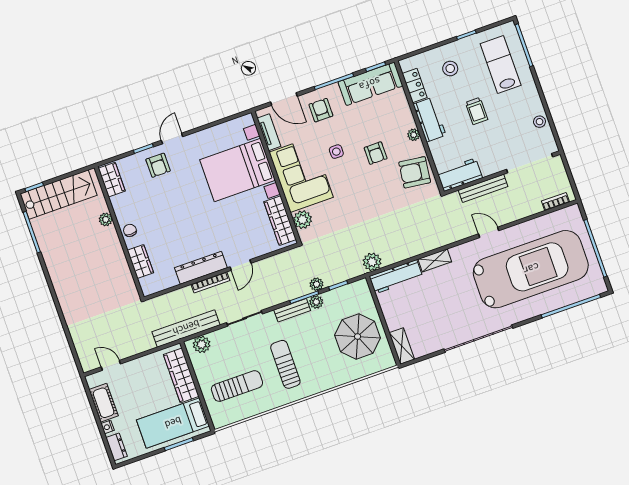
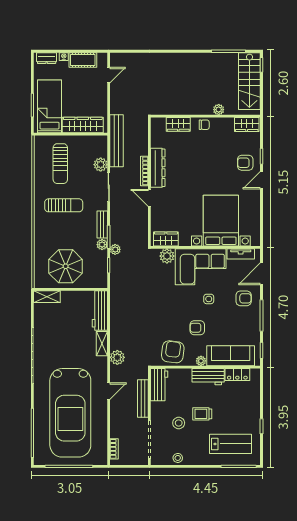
stool: (450, 69) -> (179, 423), moved
sofa: (370, 84) -> (231, 356), moved, turned 90
door: (172, 138) -> (262, 180), swing flipped
wardrobe: (280, 221) -> (166, 239), width x0.67
plant: (372, 262) -> (117, 357), moved
plant: (202, 344) -> (101, 165), moved

